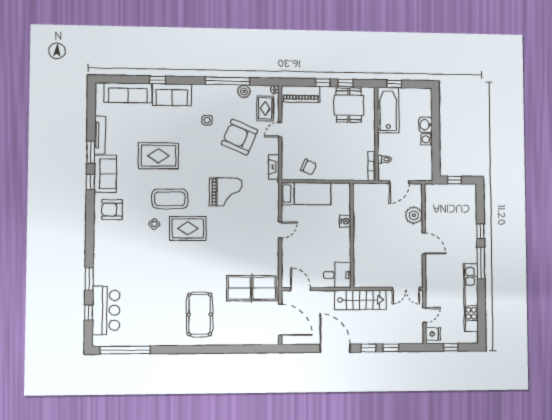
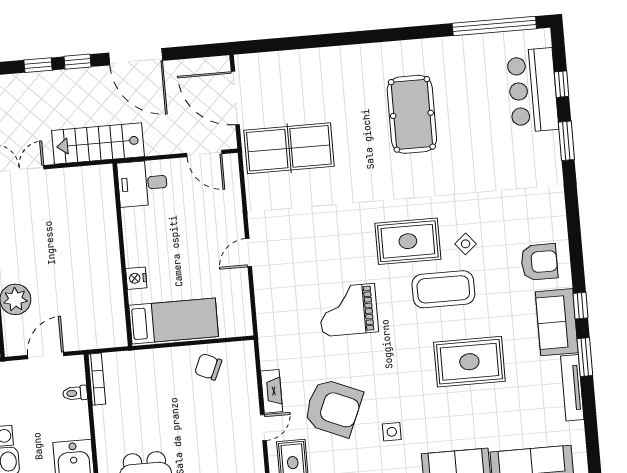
fireplace: (274, 167) -> (272, 391), moved
bed: (306, 194) -> (174, 321), moved, turned 180
pool table: (200, 314) -> (412, 114), moved

